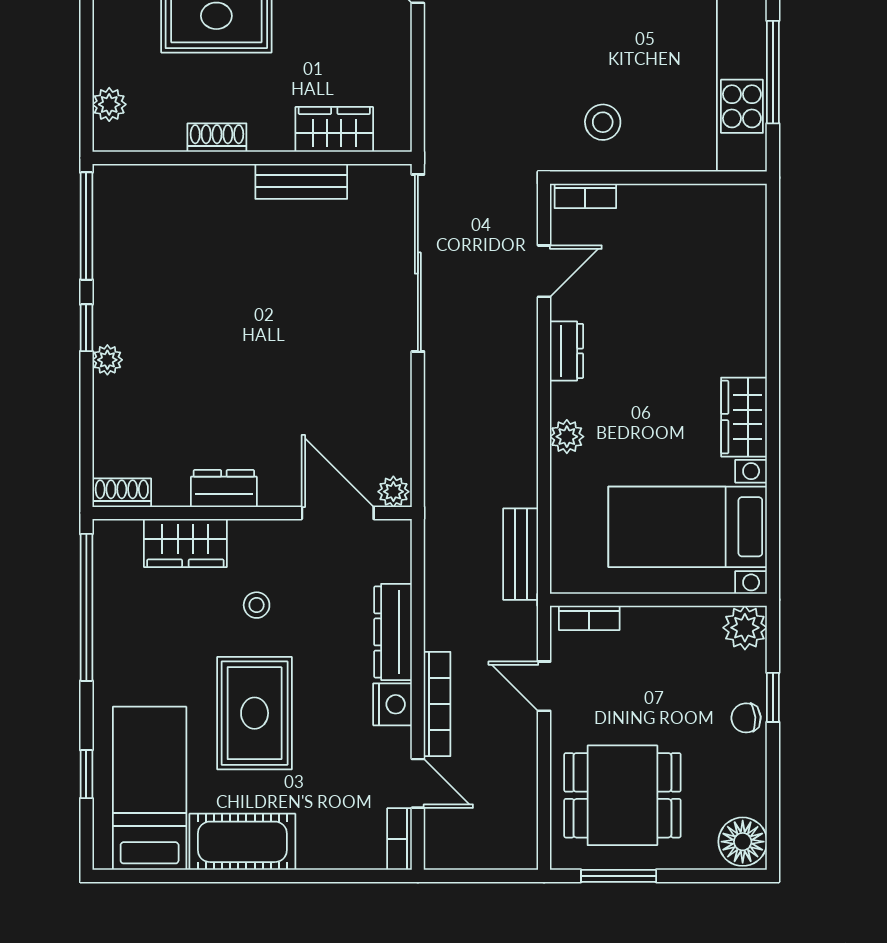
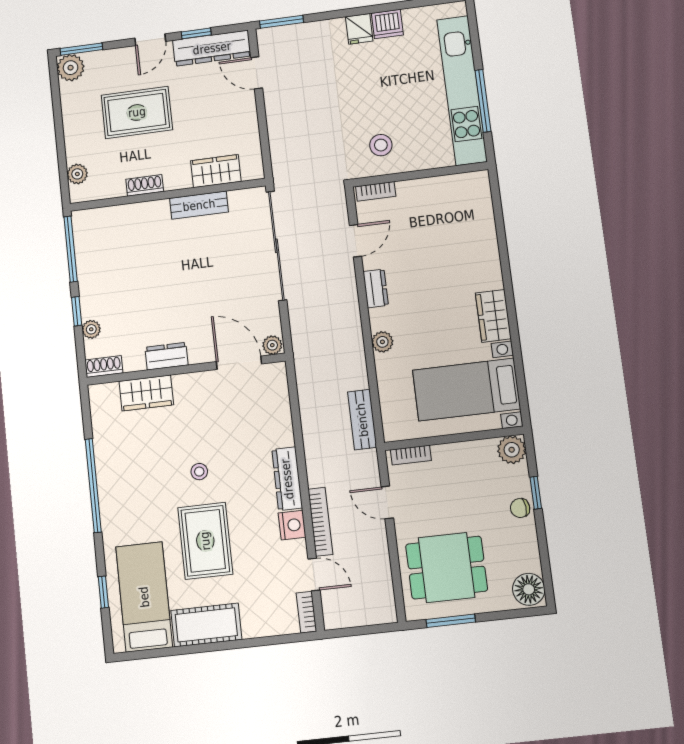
dresser: (224, 489) -> (167, 356), moved
plant: (393, 492) -> (272, 345), moved
shoe rack: (122, 493) -> (104, 366), moved
wall: (252, 513) -> (186, 369), moved
door: (338, 513) -> (239, 363), moved
wardrobe: (185, 543) -> (146, 393), moved

